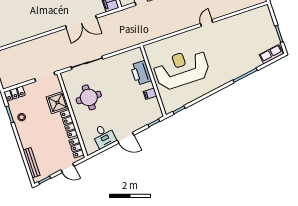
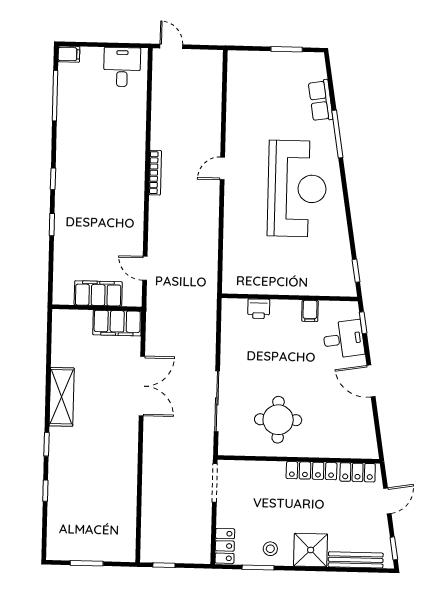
door: (207, 23) -> (222, 168), hinge flipped
row of seats: (271, 54) -> (321, 101), moved
reception desk: (182, 69) -> (297, 189), moved, turned 180
printer: (141, 73) -> (259, 309), width x0.53, depth x0.68
shower: (57, 102) -> (311, 550), moved
desk: (104, 136) -> (344, 339), moved
door: (126, 138) -> (371, 381), swing flipped

